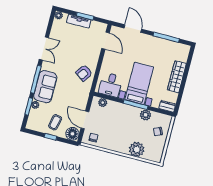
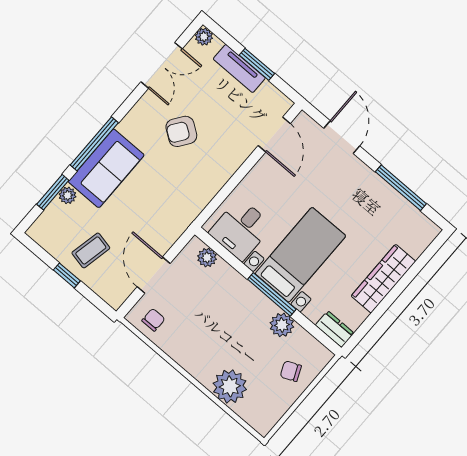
double door: (44, 48) -> (162, 65), moved
armchair: (84, 73) -> (181, 131), moved
floor lamp: (72, 134) -> (115, 291), removed

